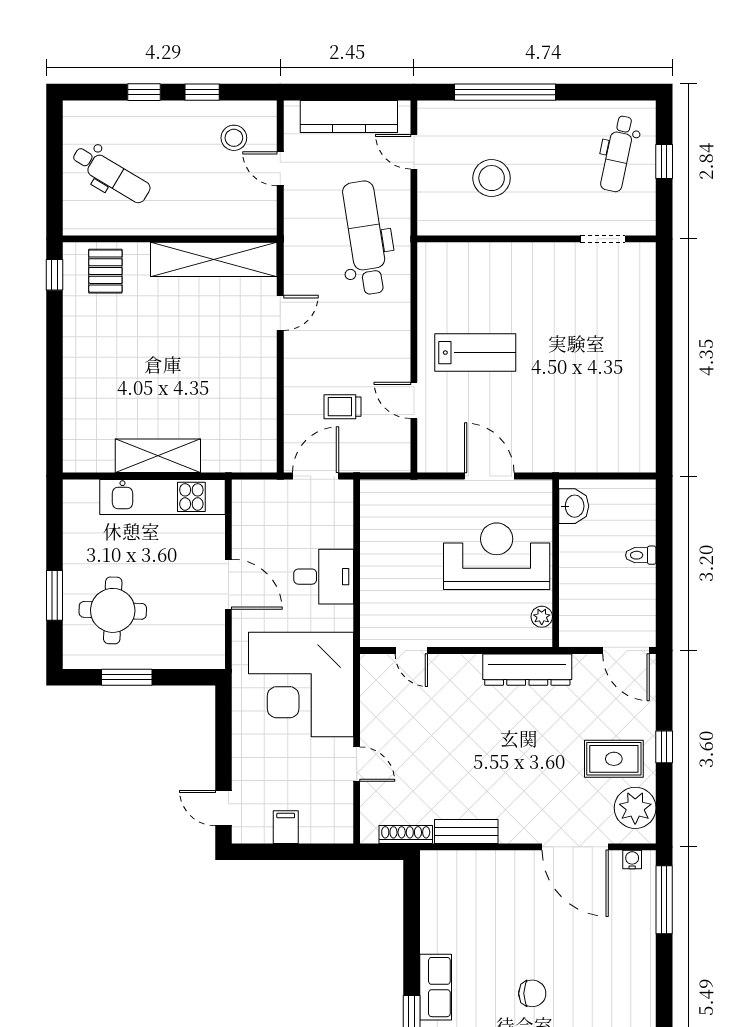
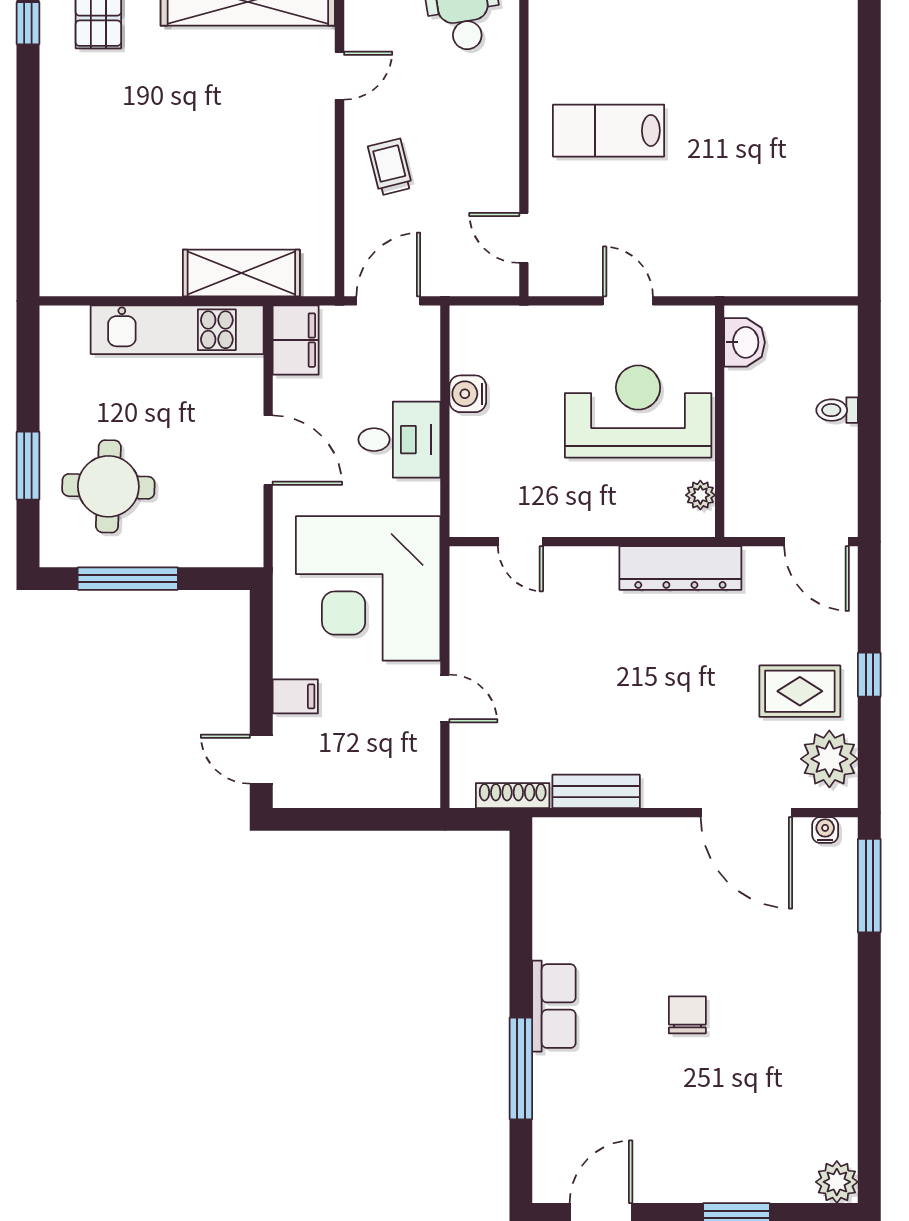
lab bench: (475, 353) -> (609, 131), turned 180
door: (414, 400) -> (524, 238), moved
trolley: (342, 407) -> (390, 167), moved, turned 76
shelving: (158, 456) -> (241, 273), moved
door: (489, 476) -> (628, 301), width x0.73
filing cabinet: (248, 504) -> (296, 340), added
water cooler: (373, 543) -> (468, 394), added
window: (127, 677) -> (128, 579), width x1.44
filing cabinet: (286, 827) -> (295, 696), moved, turned 90
chair: (532, 993) -> (687, 1015), turned -90

